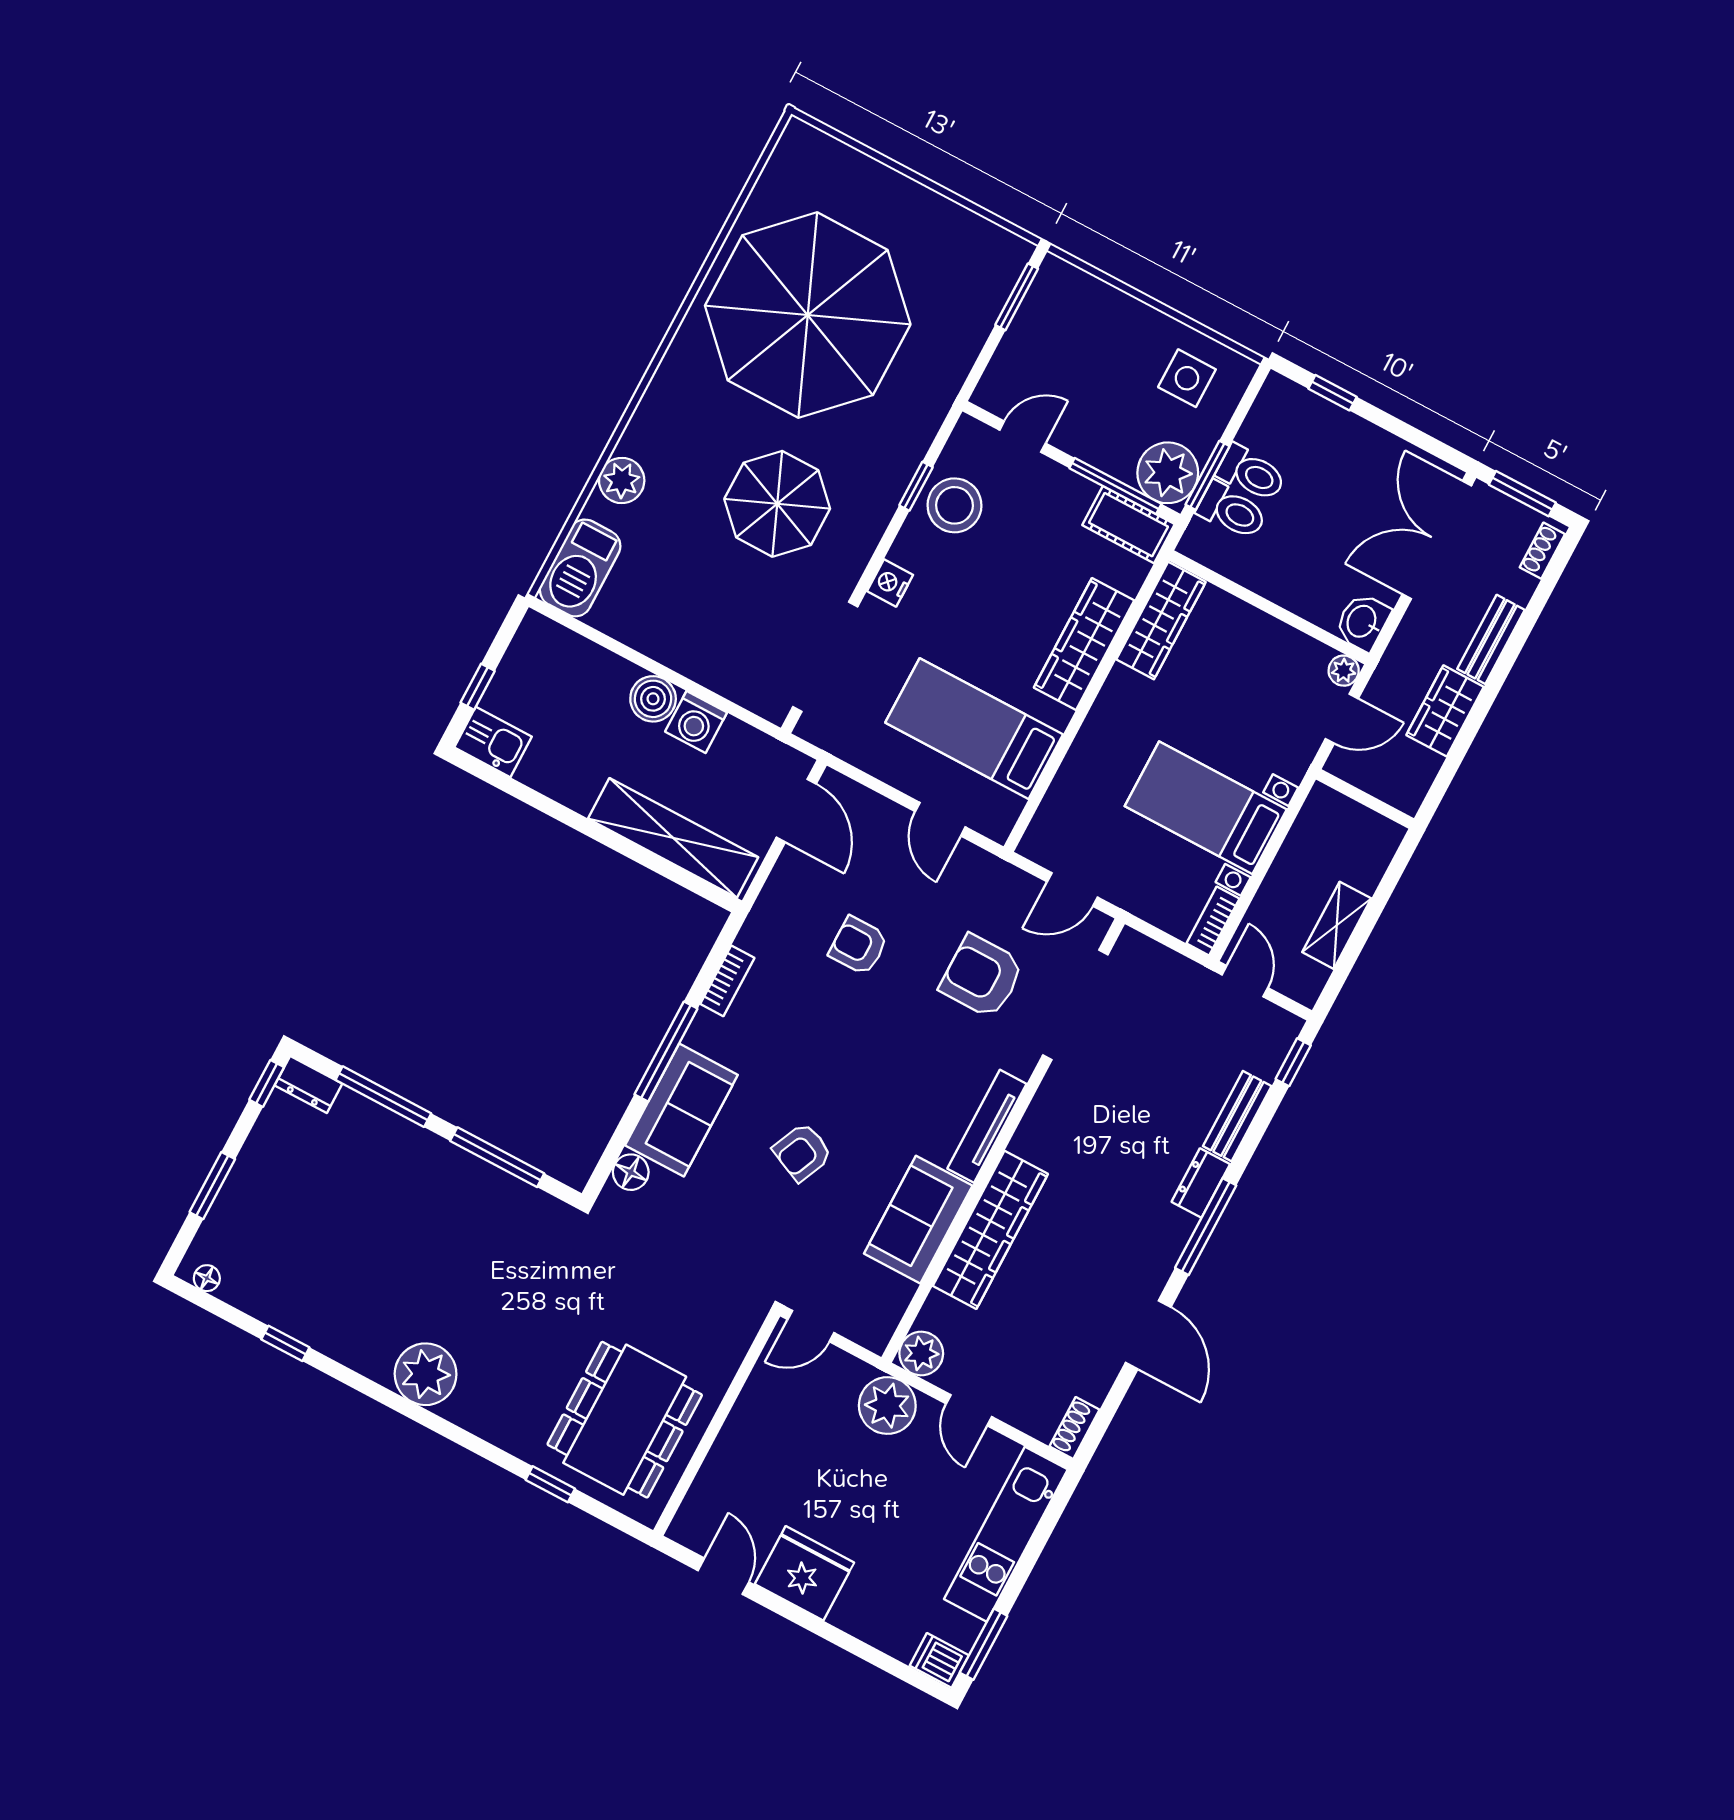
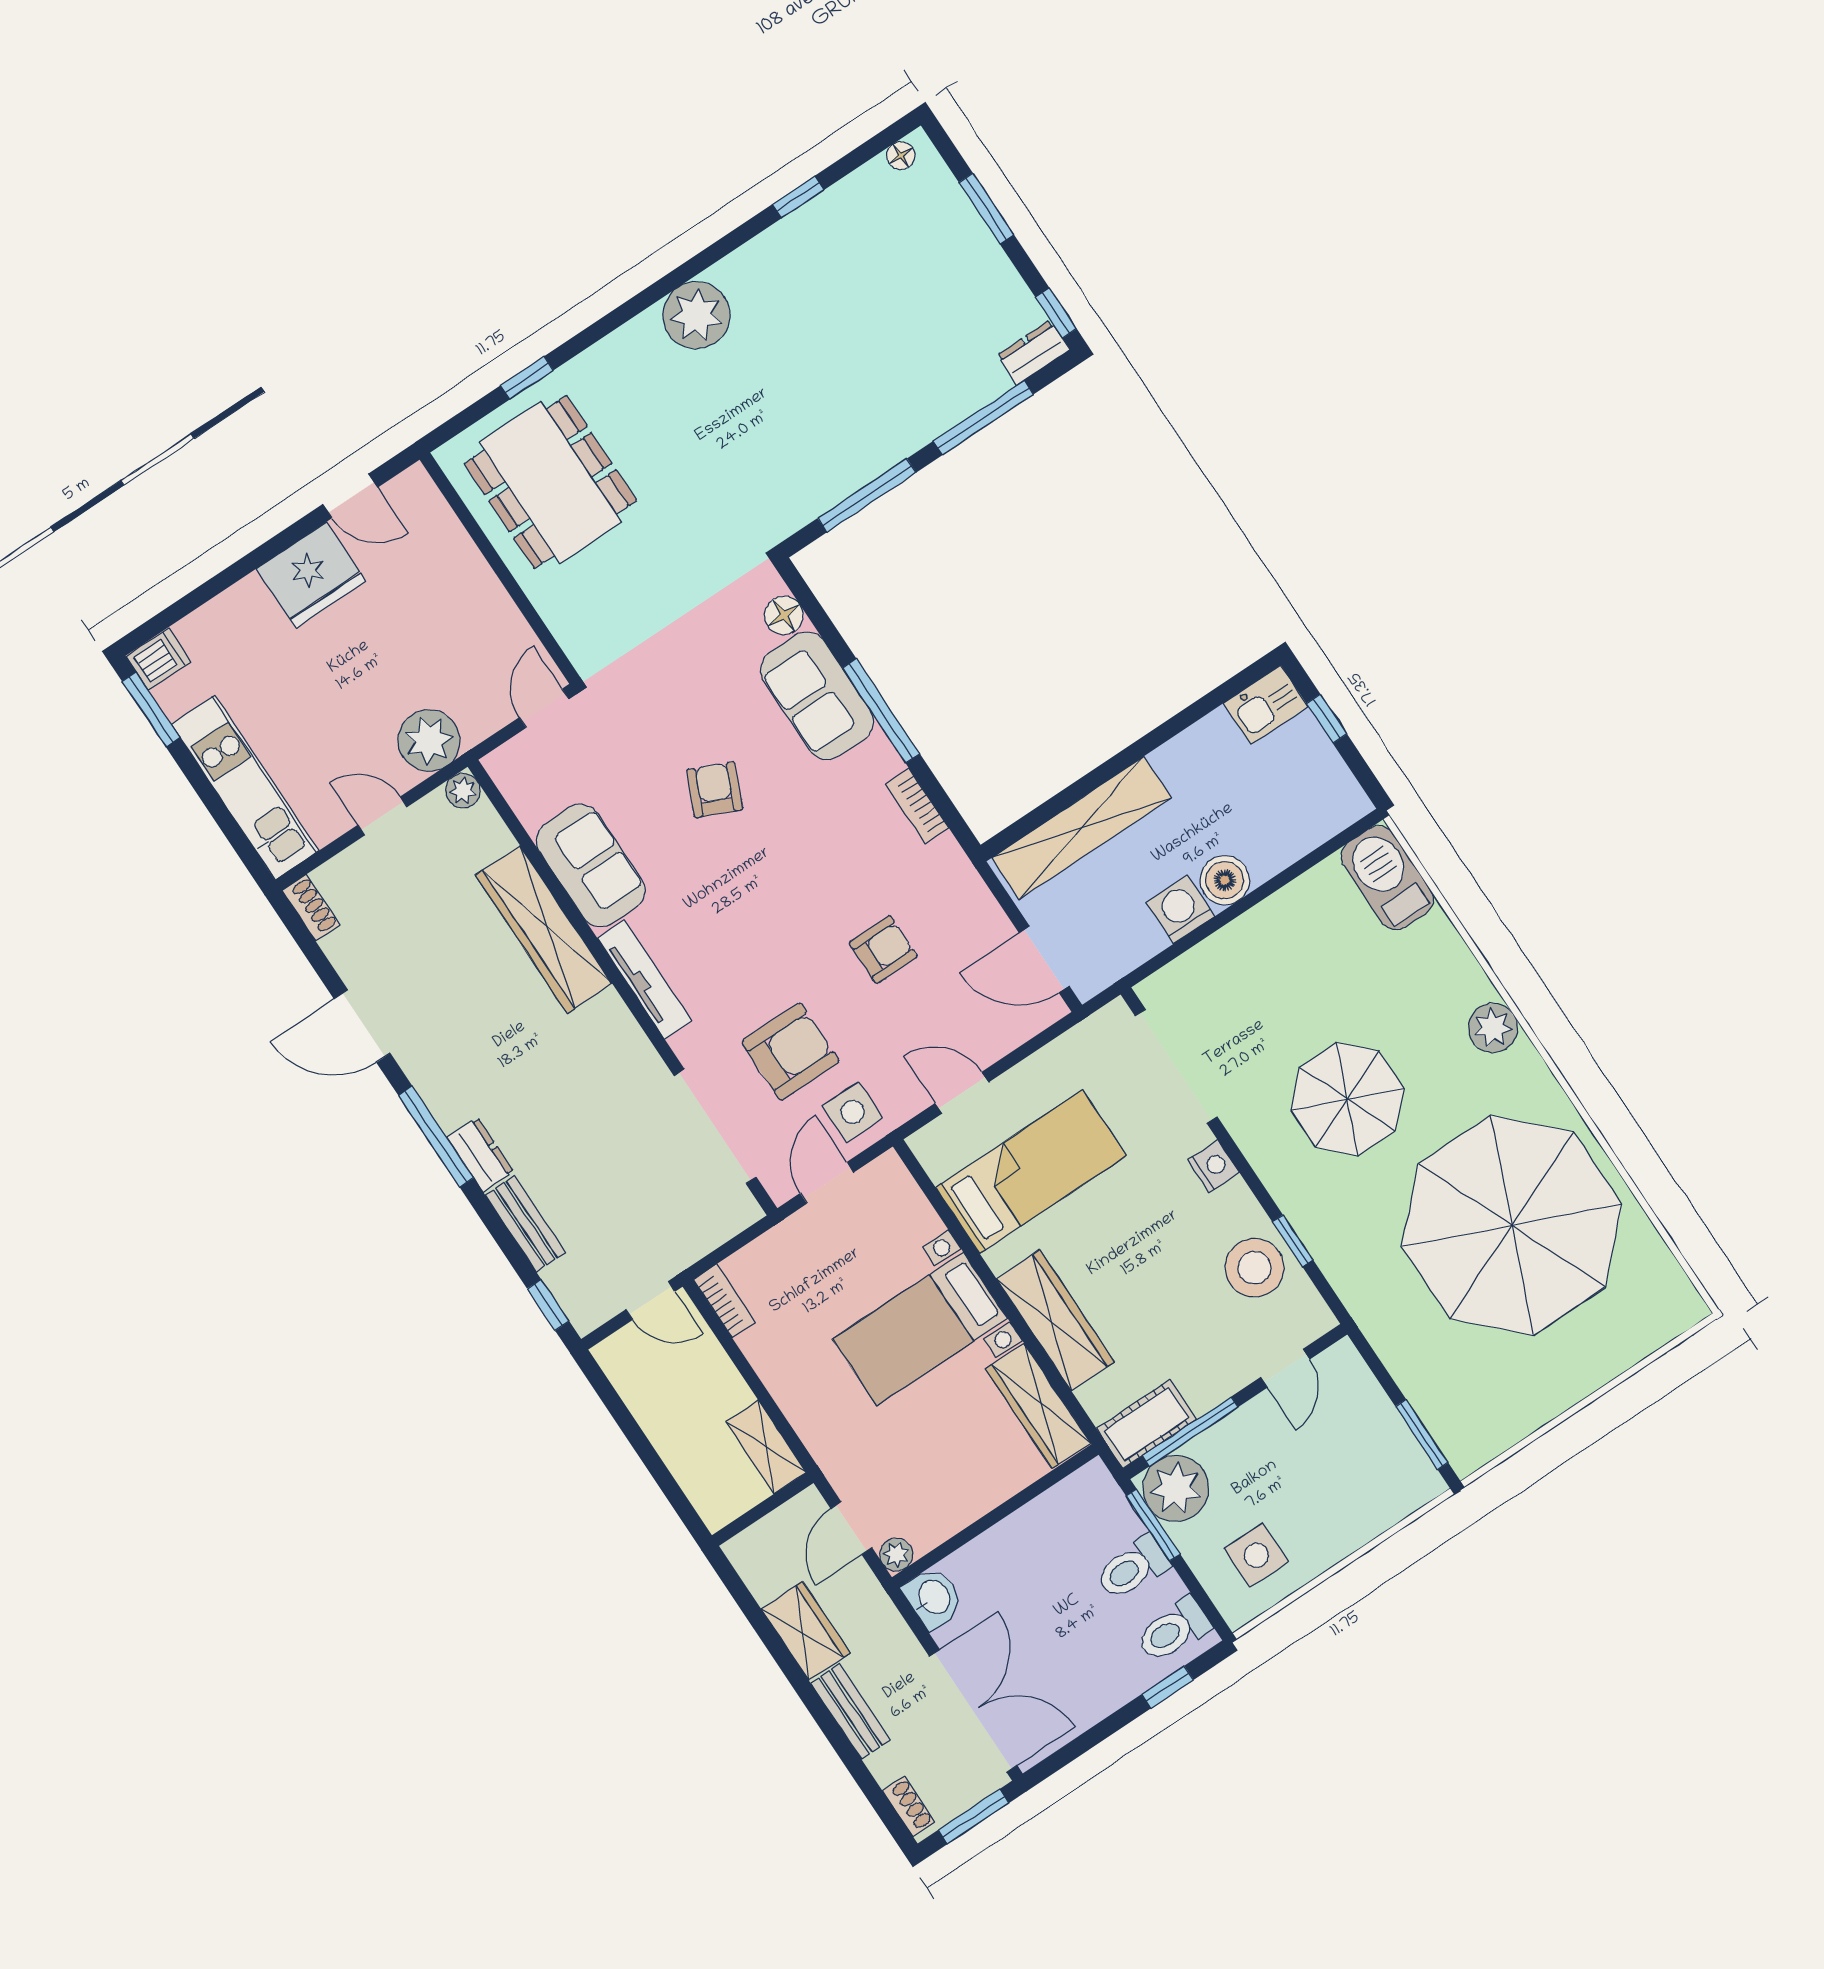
plant: (622, 480) -> (1493, 1028), moved
toilet: (1232, 511) -> (1173, 1630), moved
bed with nightstands: (1206, 808) -> (920, 1329), moved, turned 180
side table: (1004, 899) -> (853, 1112), added
shelving: (1337, 925) -> (766, 1447), moved
plant: (921, 1354) -> (463, 791), width x0.73, depth x0.73

